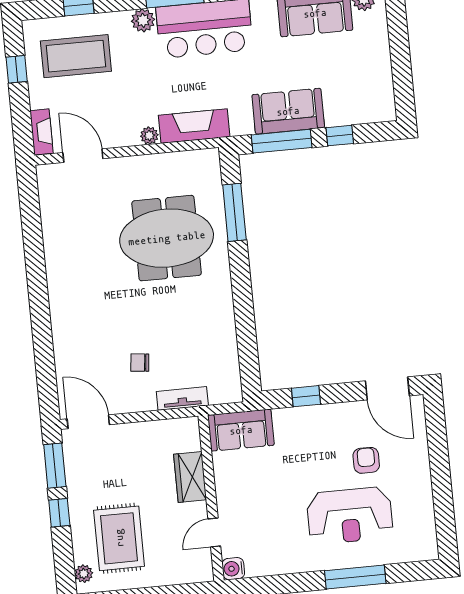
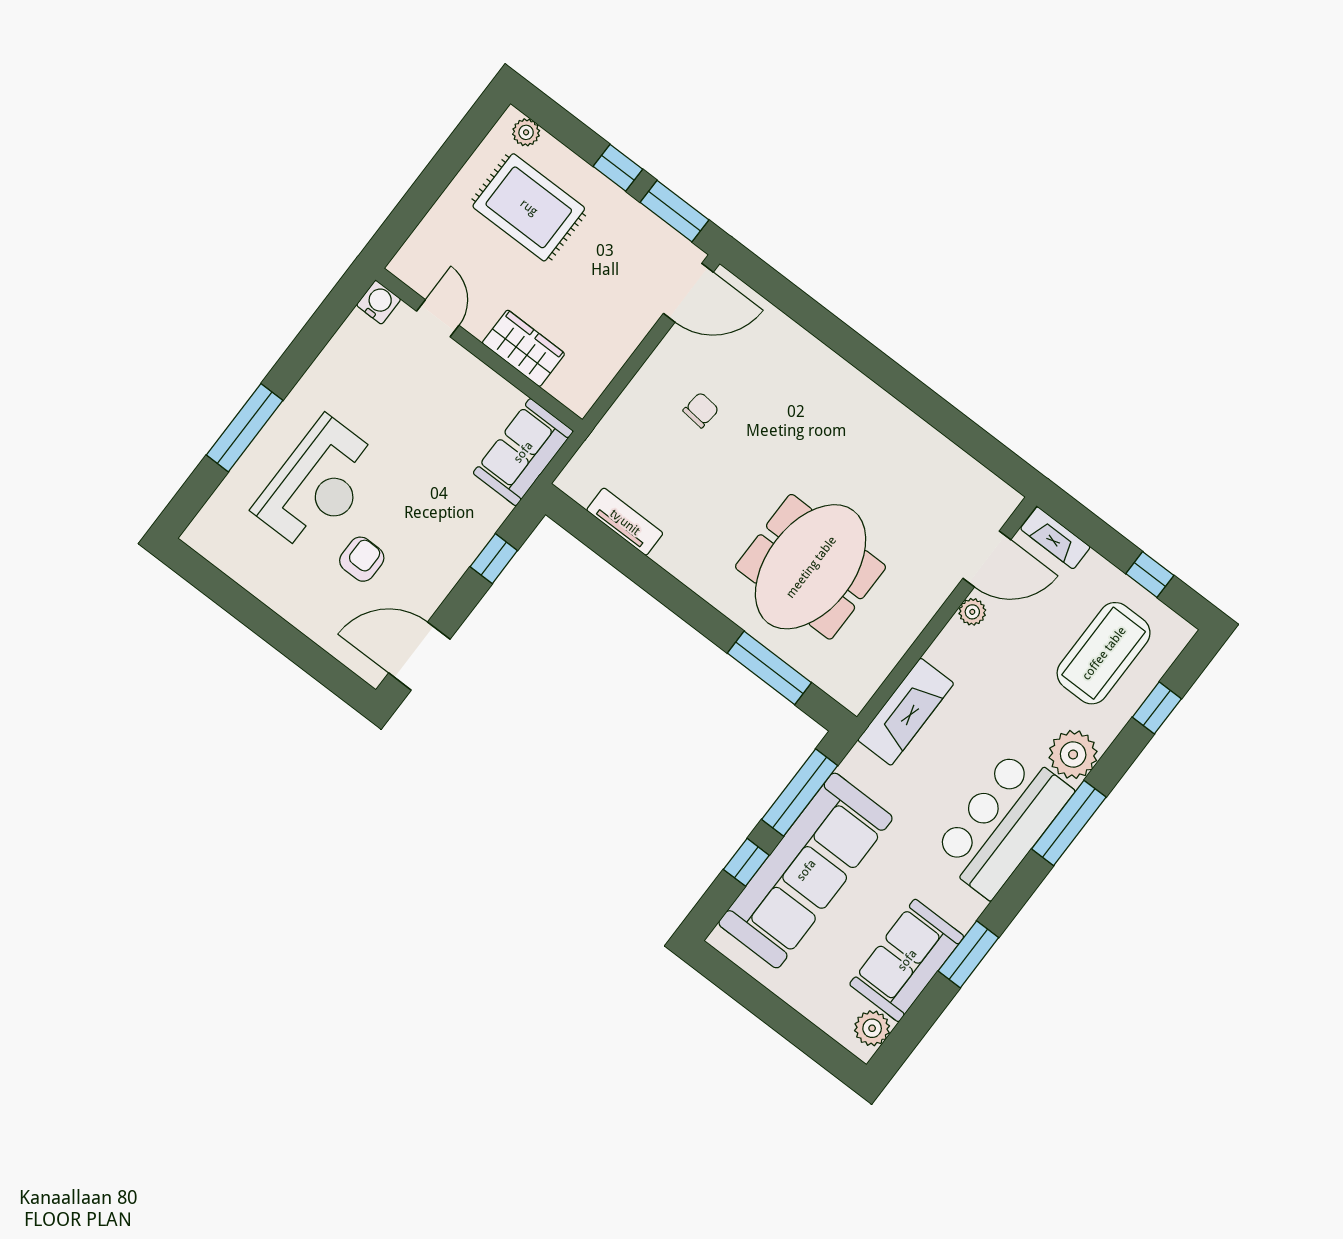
plant: (143, 20) -> (1073, 754), width x1.36, depth x1.36
sofa: (288, 111) -> (806, 870), width x1.85, depth x1.27
plant: (149, 136) -> (972, 612), moved
tv unit: (182, 398) -> (625, 522), moved, turned -90
armchair: (366, 460) -> (362, 559), turned -90
reception desk: (350, 516) -> (318, 485), turned 180

